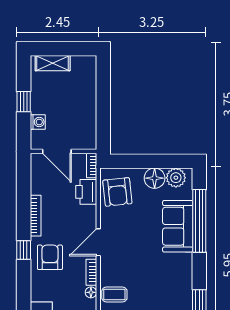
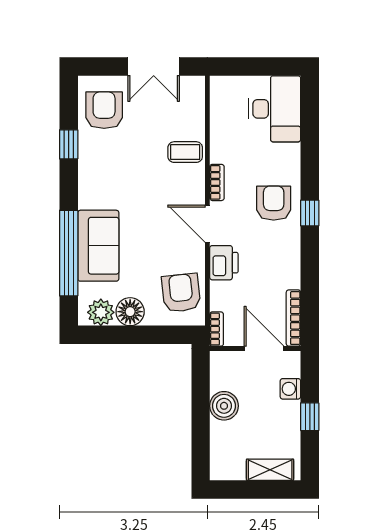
boiler: (86, 110) -> (224, 406), added
printer: (86, 192) -> (224, 263), moved
bookcase: (36, 216) -> (293, 318), moved
door: (98, 242) -> (207, 224), swing flipped
armchair: (50, 257) -> (274, 203), turned 180
floor lamp: (91, 292) -> (217, 155), removed

